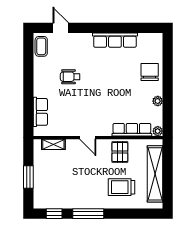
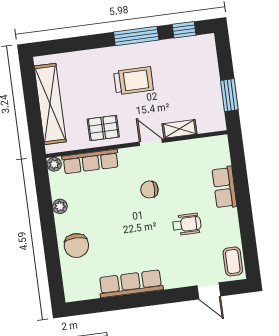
chair: (93, 105) -> (149, 189), added
row of seats: (40, 112) -> (224, 187), moved
shelving: (53, 144) -> (179, 129), moved
pallet: (120, 152) -> (103, 128), turned 90
window: (28, 177) -> (229, 95), moved
trolley: (122, 187) -> (133, 81), moved

